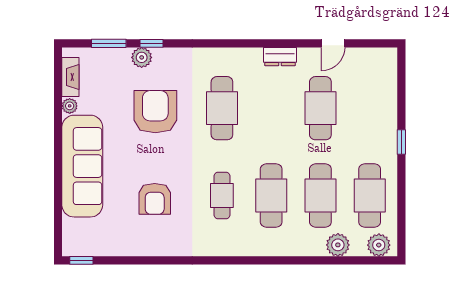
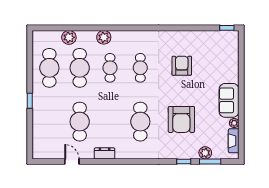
door: (333, 43) -> (72, 162), hinge flipped
plant: (142, 57) -> (205, 153), moved
sofa: (82, 166) -> (229, 100), width x0.54, depth x0.79
cafe table: (271, 195) -> (110, 68), width x0.73, depth x0.74
plant: (379, 245) -> (104, 37), moved

